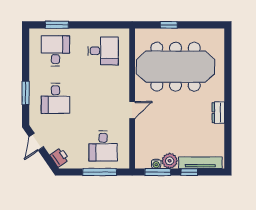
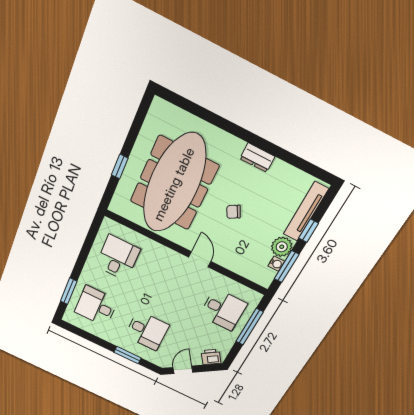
chair: (177, 116) -> (234, 212), added
door: (36, 142) -> (183, 370), swing flipped

